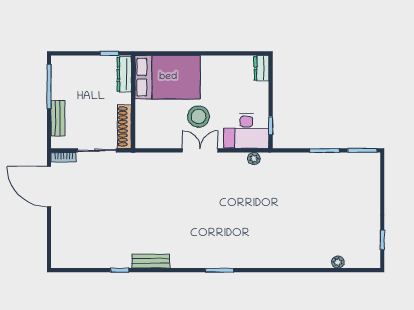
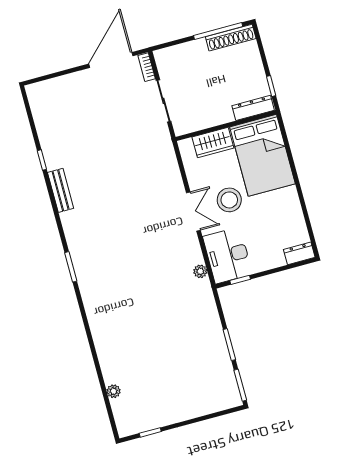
wardrobe: (145, 117) -> (213, 143), added
bench: (58, 118) -> (187, 50), removed
shoe rack: (124, 127) -> (231, 38), moved, turned 180

